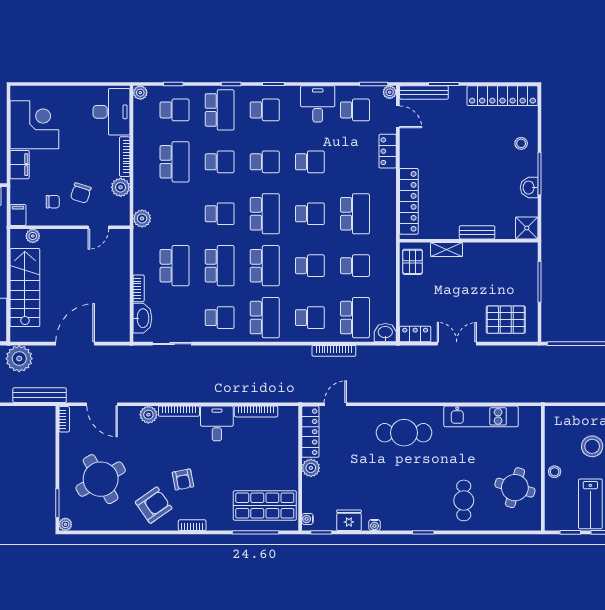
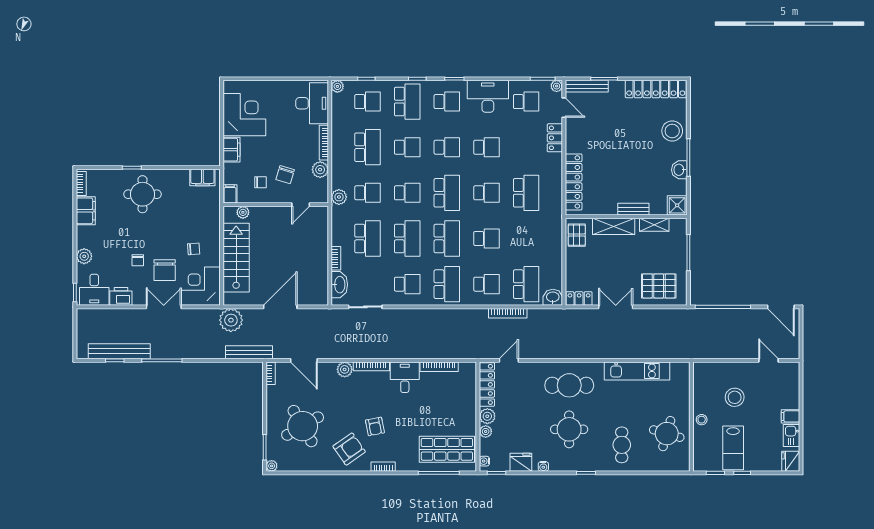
desk: (318, 104) -> (488, 96), width x1.37
stool: (521, 143) -> (672, 131), width x1.89, depth x1.89
shelving: (447, 250) -> (614, 226), width x1.50, depth x1.33
shelving: (501, 250) -> (654, 225), added
school desk: (355, 266) -> (368, 193), moved
round table: (404, 483) -> (569, 429), added
plant: (309, 485) -> (486, 431), added

